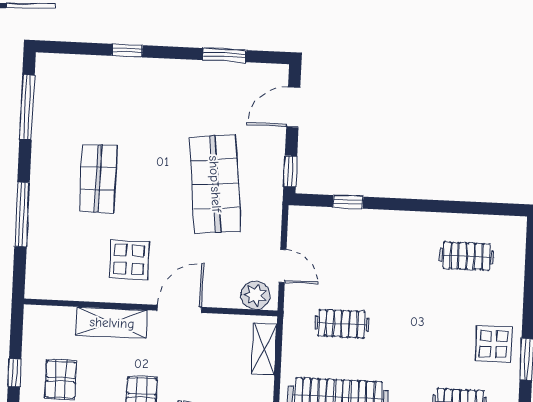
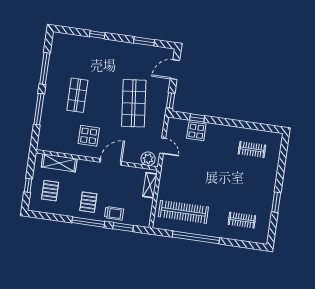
window: (27, 107) -> (45, 68), moved
shelving: (112, 323) -> (59, 163), moved
clothes rail: (342, 324) -> (188, 177), removed
display table: (494, 344) -> (196, 131), moved

